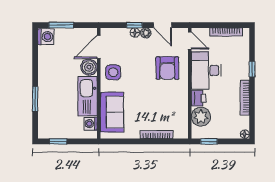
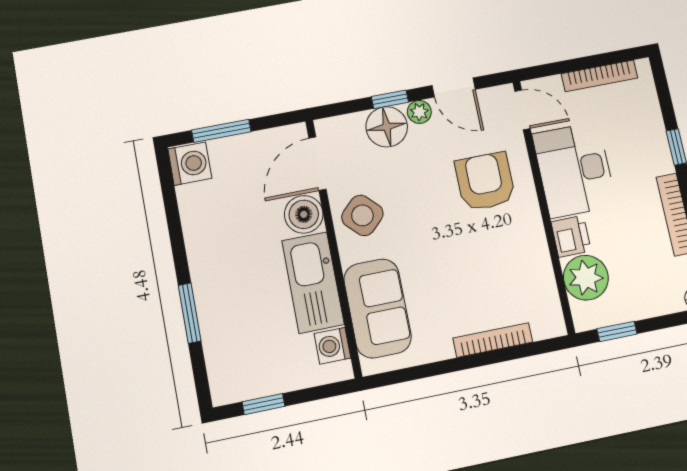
floor lamp: (135, 33) -> (387, 127), width x1.89, depth x1.89
armchair: (167, 68) -> (485, 181), turned 180
side table: (113, 72) -> (362, 215), turned 45

